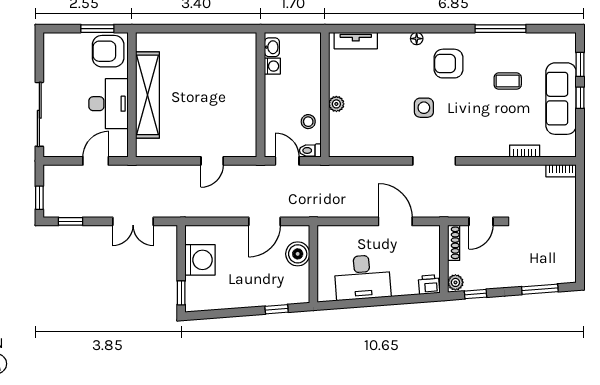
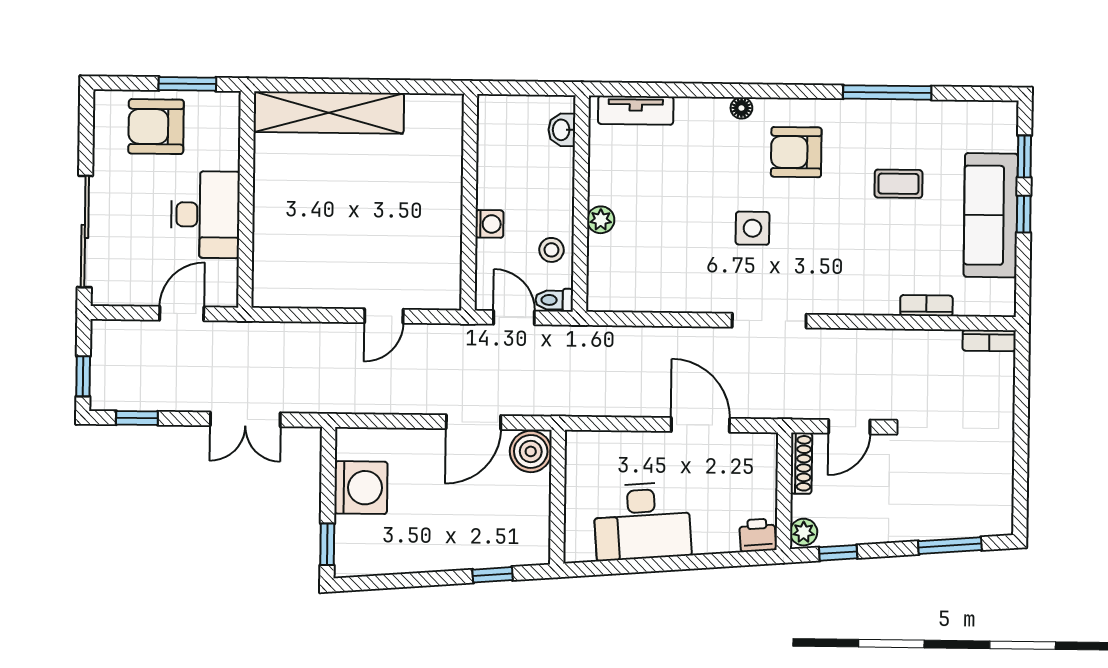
washbasin: (272, 47) -> (562, 130), moved, turned 180
armchair: (108, 51) -> (156, 127), moved
washing machine: (272, 66) -> (489, 224), moved
shelving: (148, 95) -> (329, 113), moved, turned 90
boiler: (298, 254) -> (531, 451), moved

